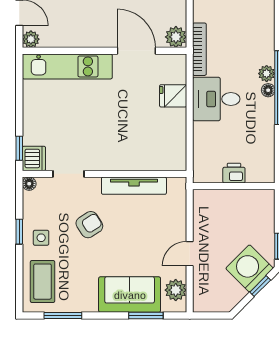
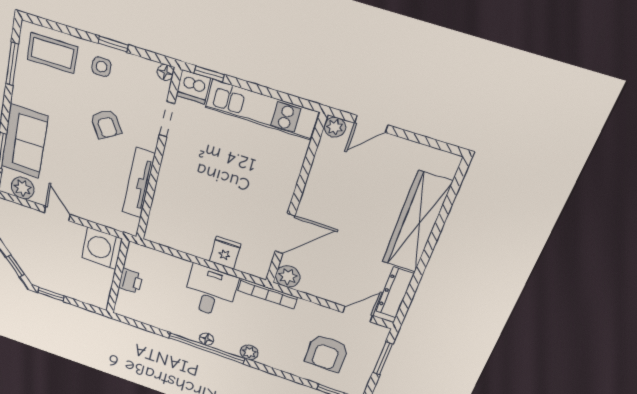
kitchen unit: (67, 66) -> (261, 109), moved, turned -90
plant: (267, 74) -> (249, 352), moved
washing machine: (250, 268) -> (102, 248), moved, turned -135

